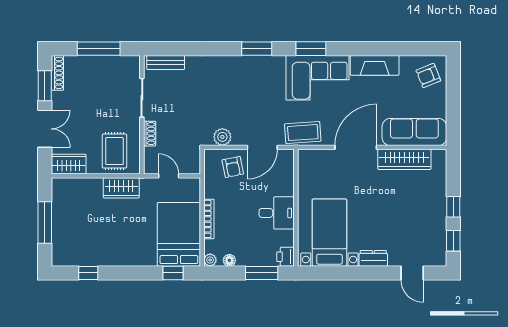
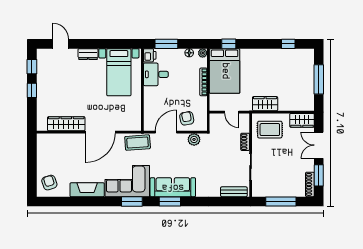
armchair: (428, 76) -> (49, 183), turned -86
sofa: (414, 132) -> (173, 187), moved, turned 180
rug: (114, 151) -> (270, 130), turned 90
desk: (277, 213) -> (156, 74), moved

